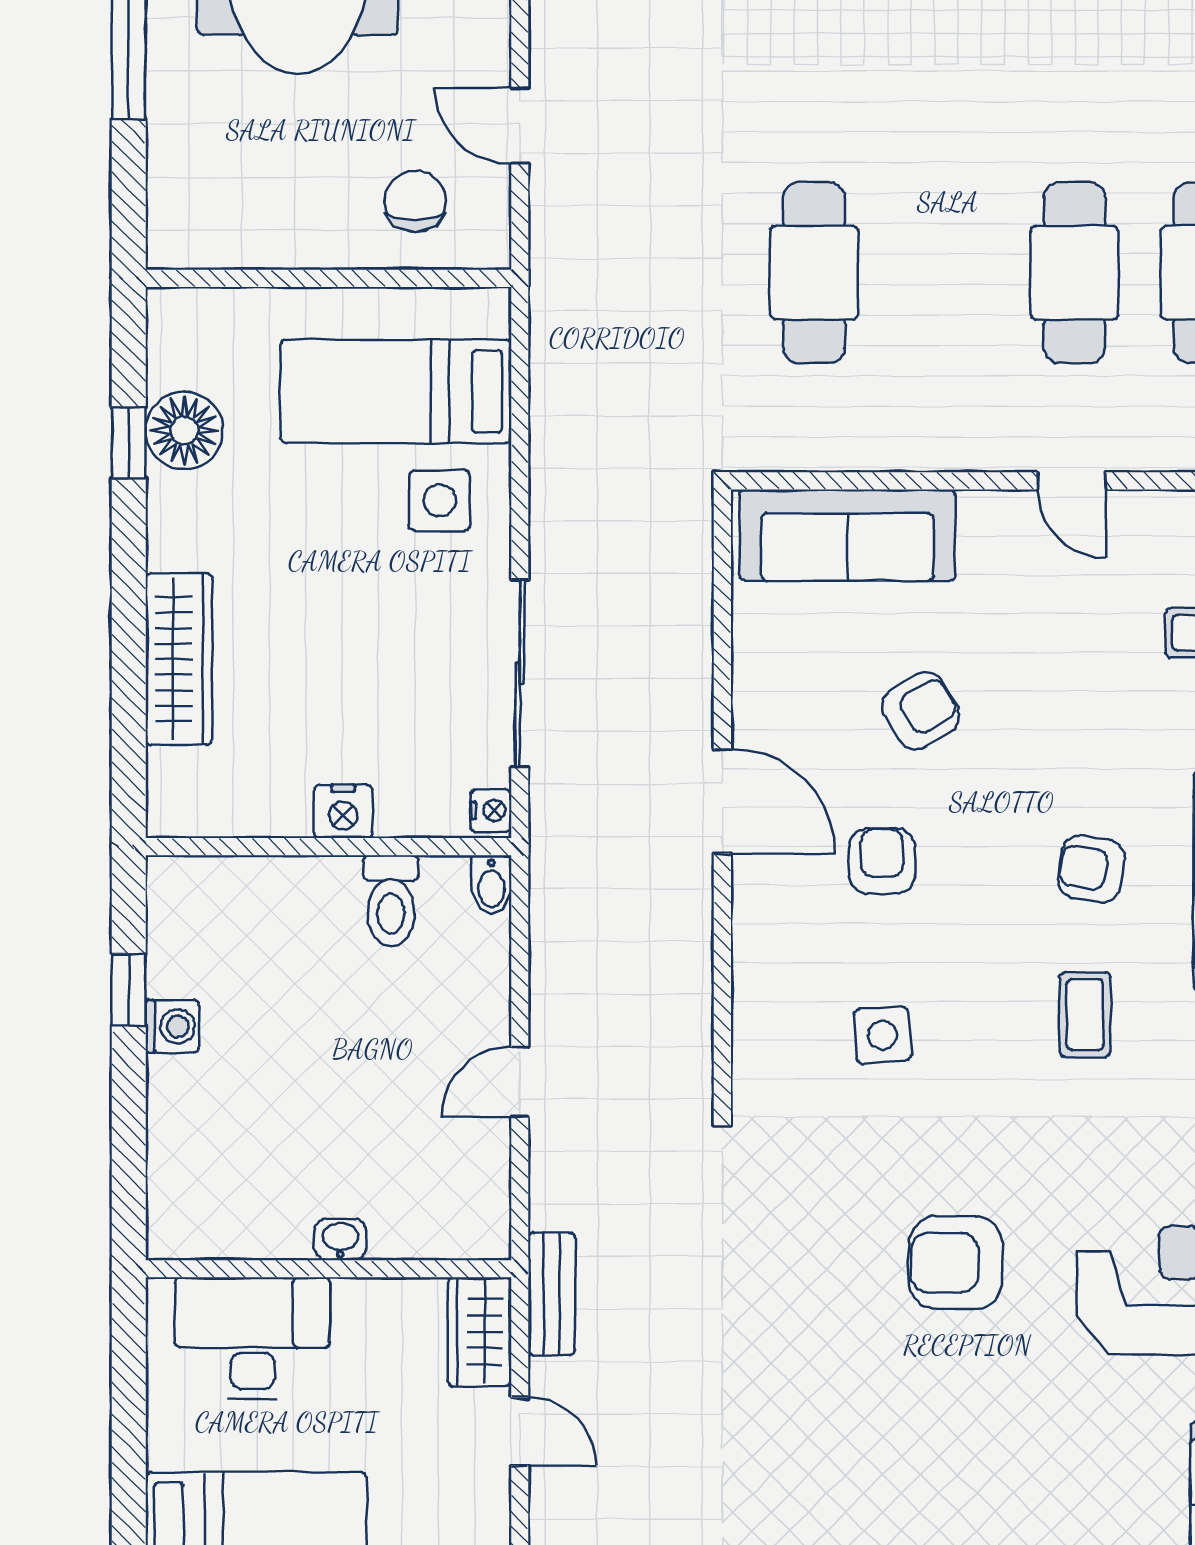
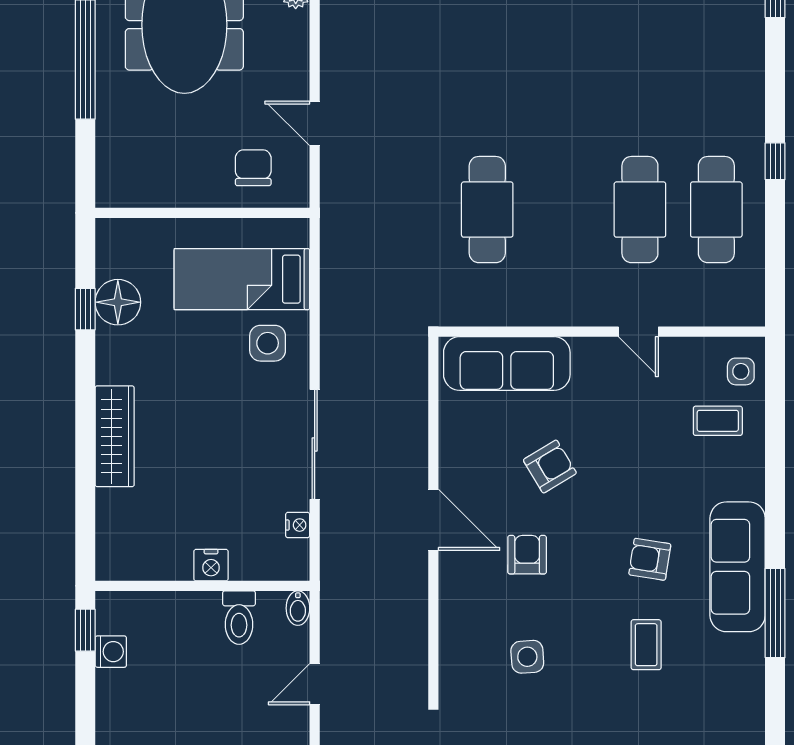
nightstand: (343, 811) -> (211, 565), moved
wall: (328, 847) -> (202, 586), moved
bidet: (491, 885) -> (298, 608), moved
toilet: (391, 901) -> (239, 618), moved

